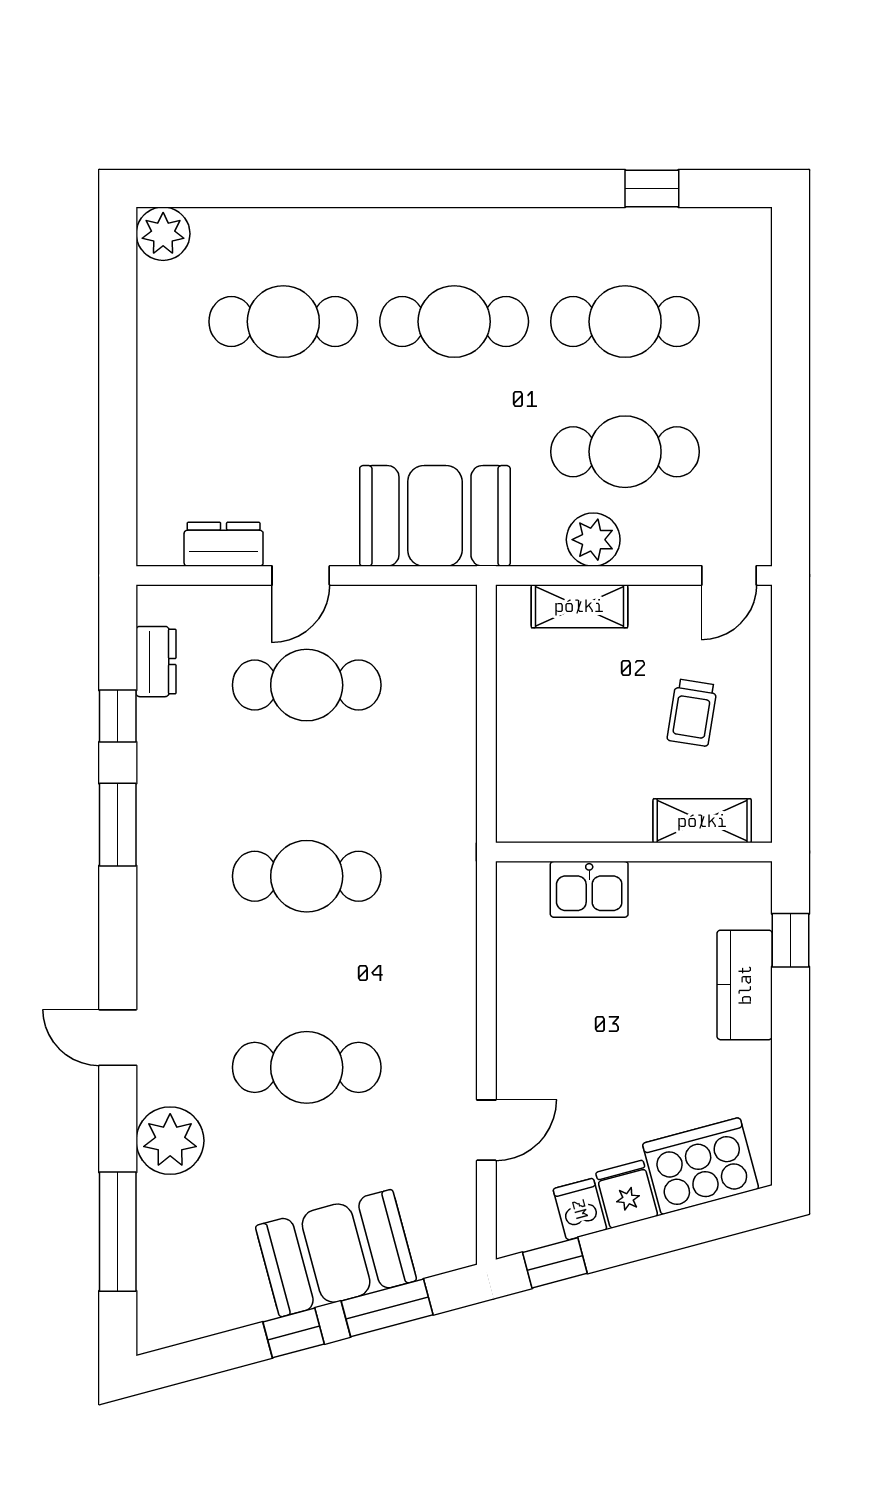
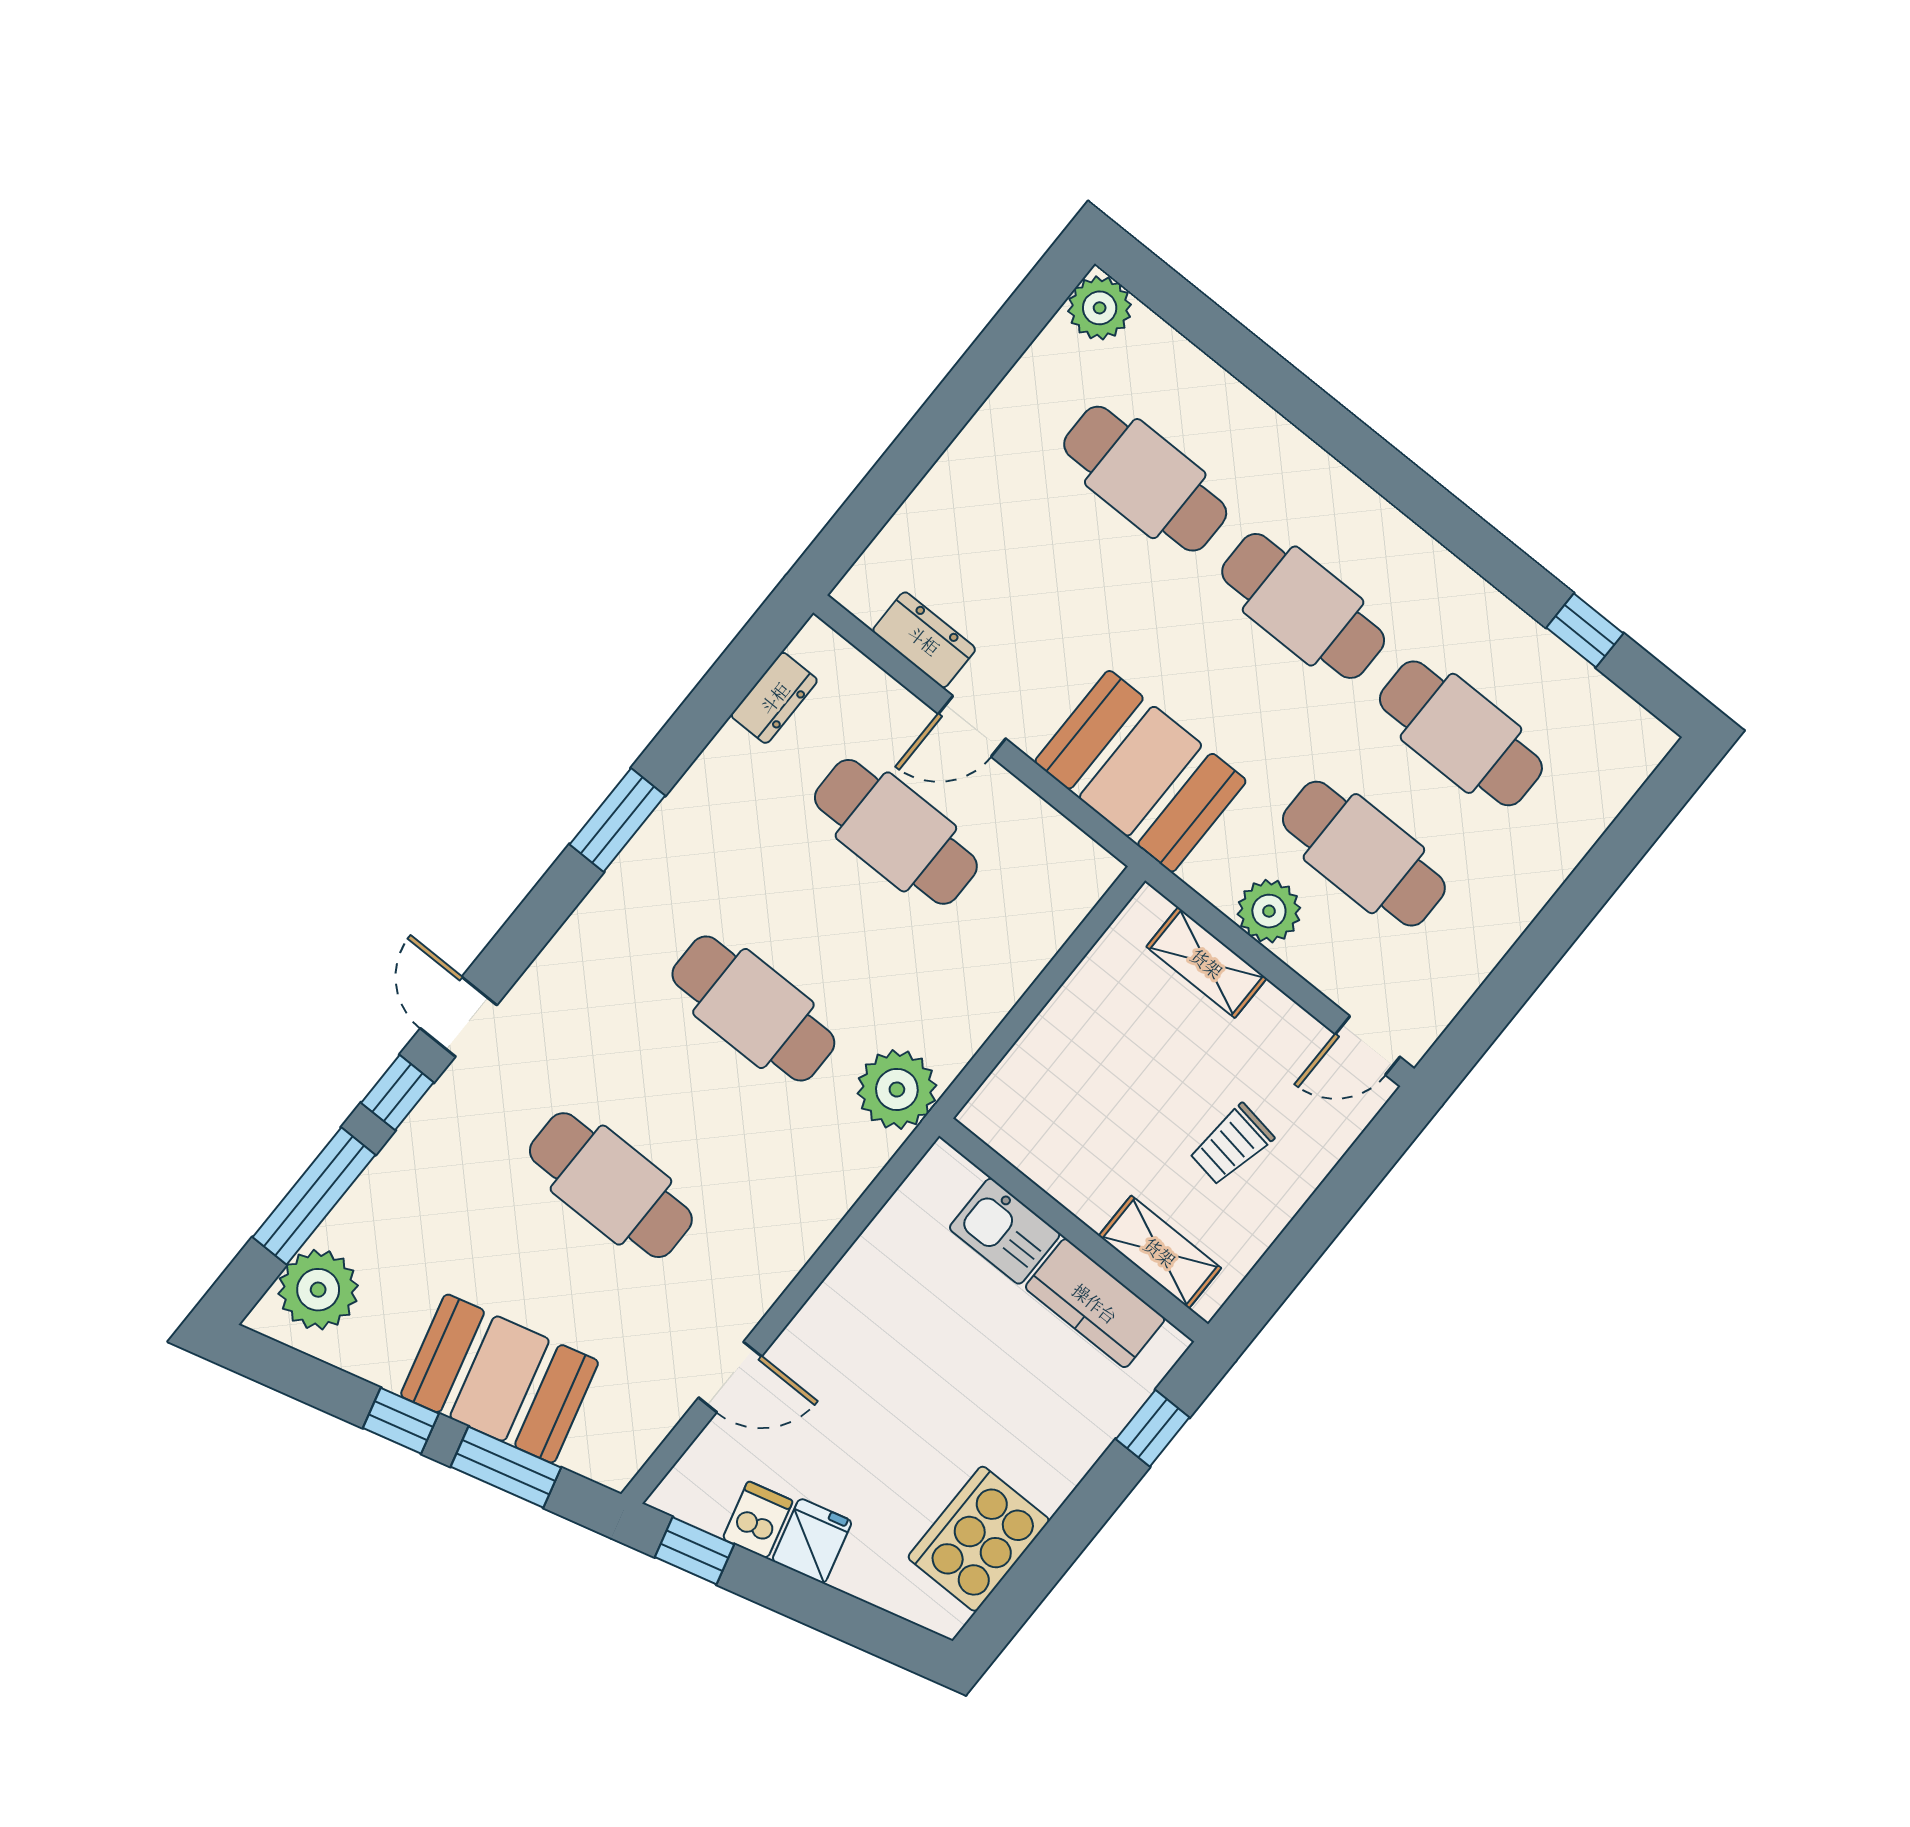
window: (118, 716) -> (397, 1093), moved
plant: (444, 853) -> (897, 1089), added
kitchen counter: (745, 985) -> (1095, 1303), moved, turned -90
plant: (170, 1141) -> (318, 1290), moved
cooker: (701, 1166) -> (979, 1539), moved, turned -75

